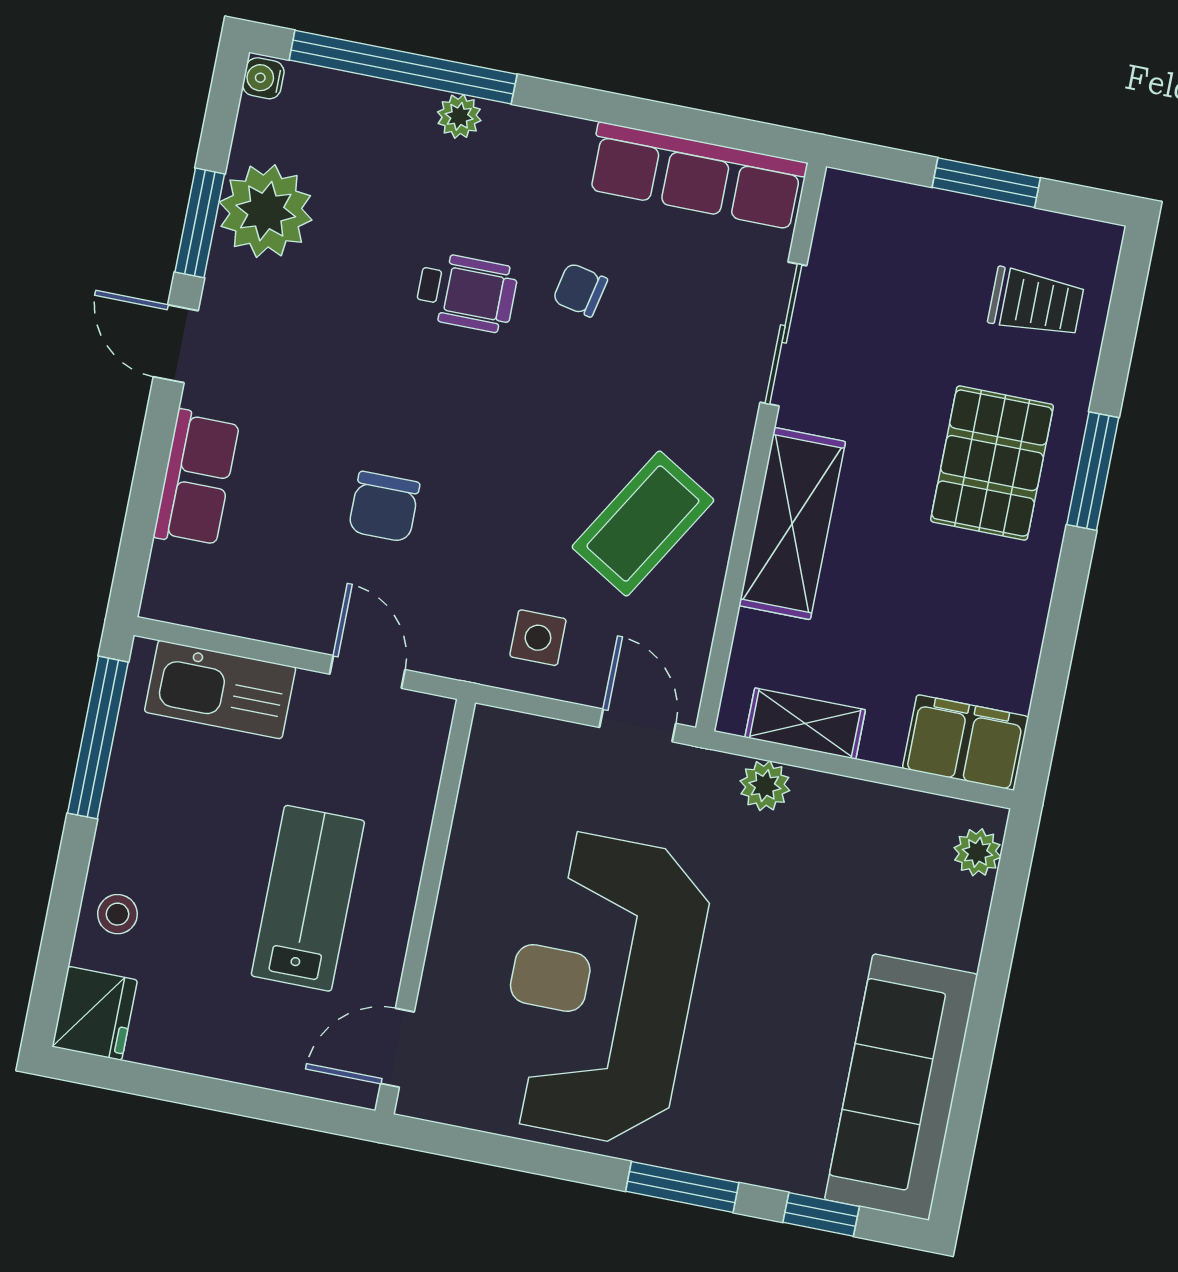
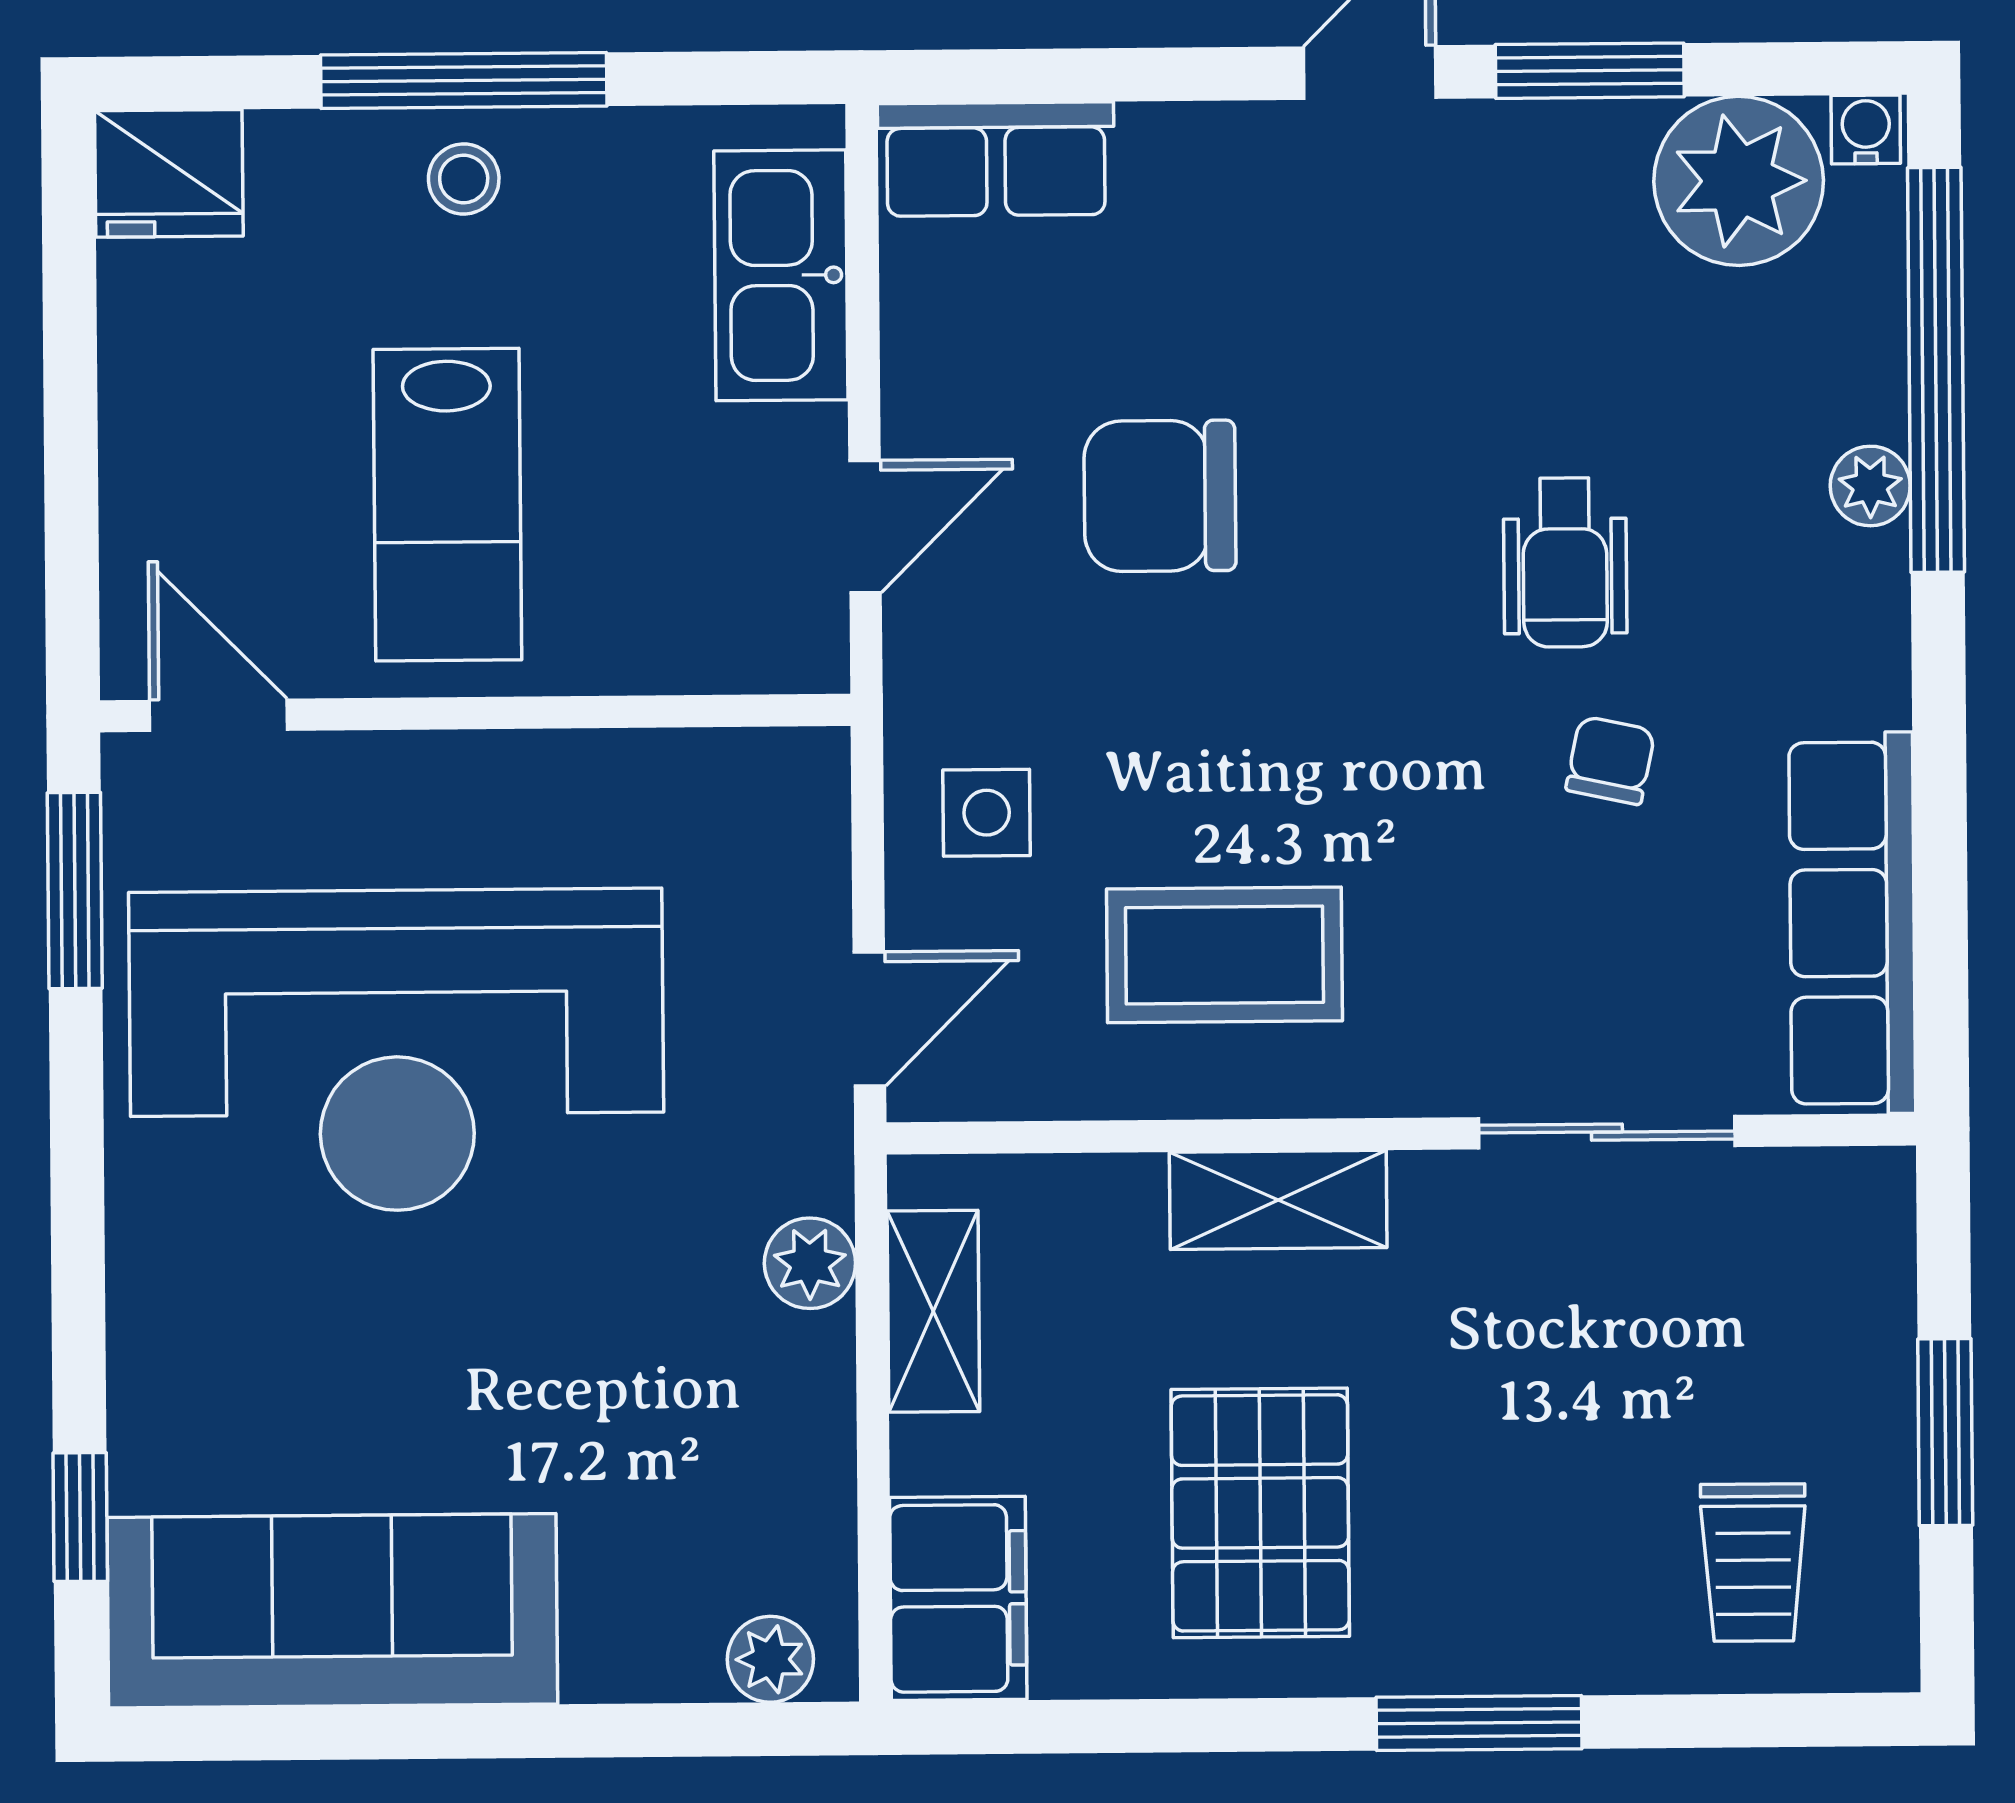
plant: (266, 211) -> (1739, 181), moved
pallet: (992, 463) -> (1260, 1513), moved, turned 90
row of seats: (197, 479) -> (996, 159), moved
chair: (384, 507) -> (1160, 496), width x1.37, depth x1.37
coffee table: (643, 524) -> (1224, 955), turned -31
shelving: (792, 524) -> (1278, 1200), width x0.67, depth x0.75
window: (98, 738) -> (464, 81), moved
lab bench: (308, 898) -> (447, 505), turned 90
stool: (117, 914) -> (464, 179), moved
reception desk: (601, 988) -> (397, 1050), turned 180
window: (682, 1187) -> (75, 891), moved

